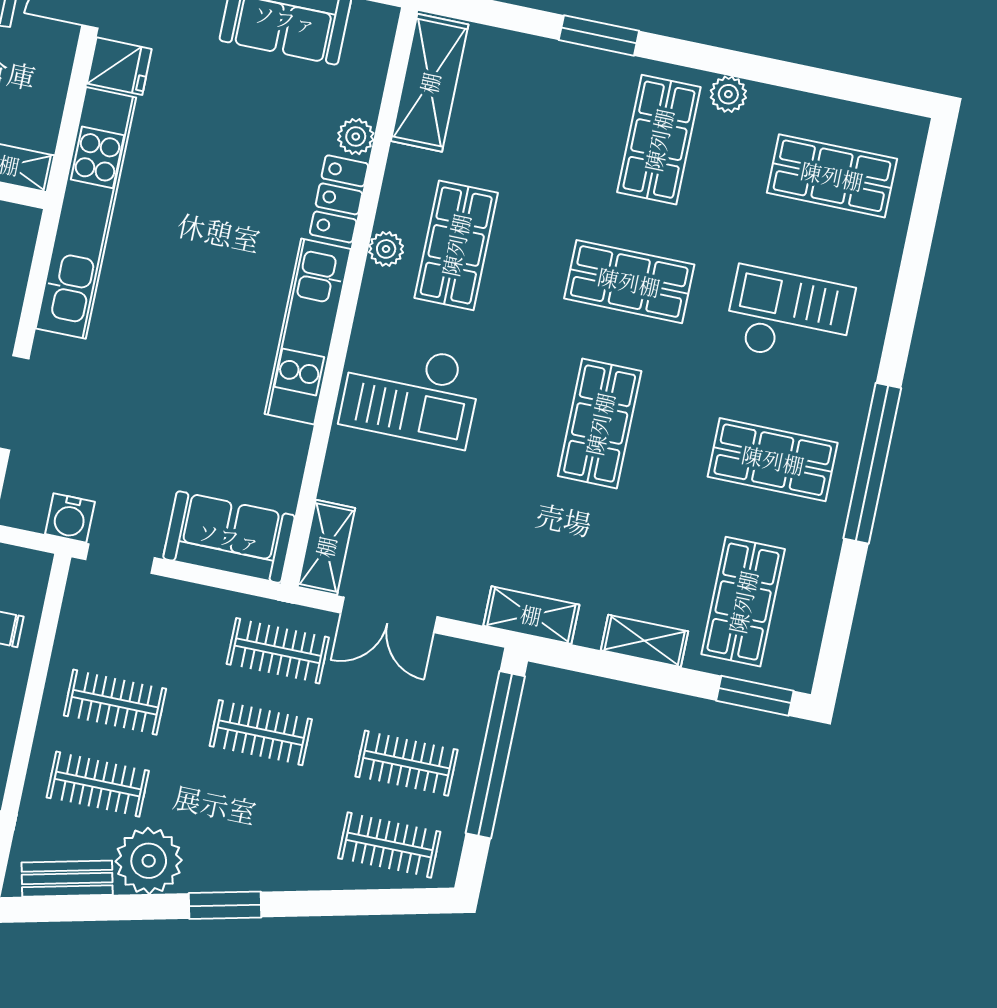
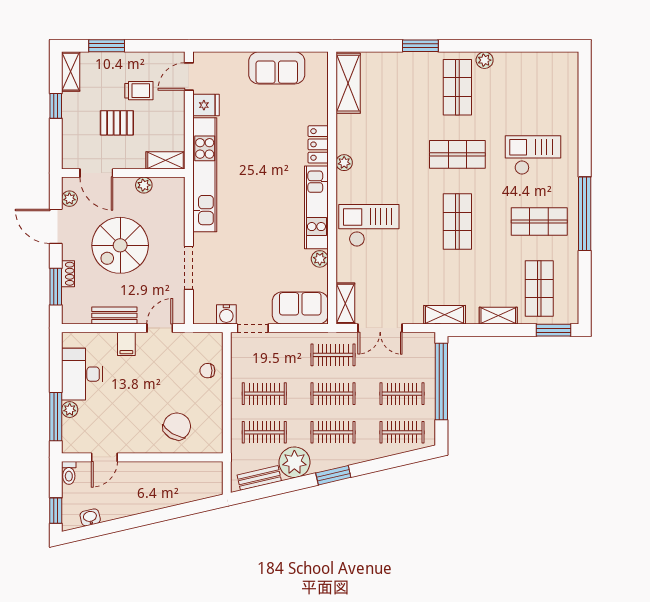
plant: (356, 137) -> (320, 259), moved
shop shelf: (832, 176) -> (539, 87), removed
shop shelf: (456, 245) -> (376, 154), removed
checkout: (411, 393) -> (369, 225), turned 180
clothes rail: (244, 815) -> (333, 432), added

